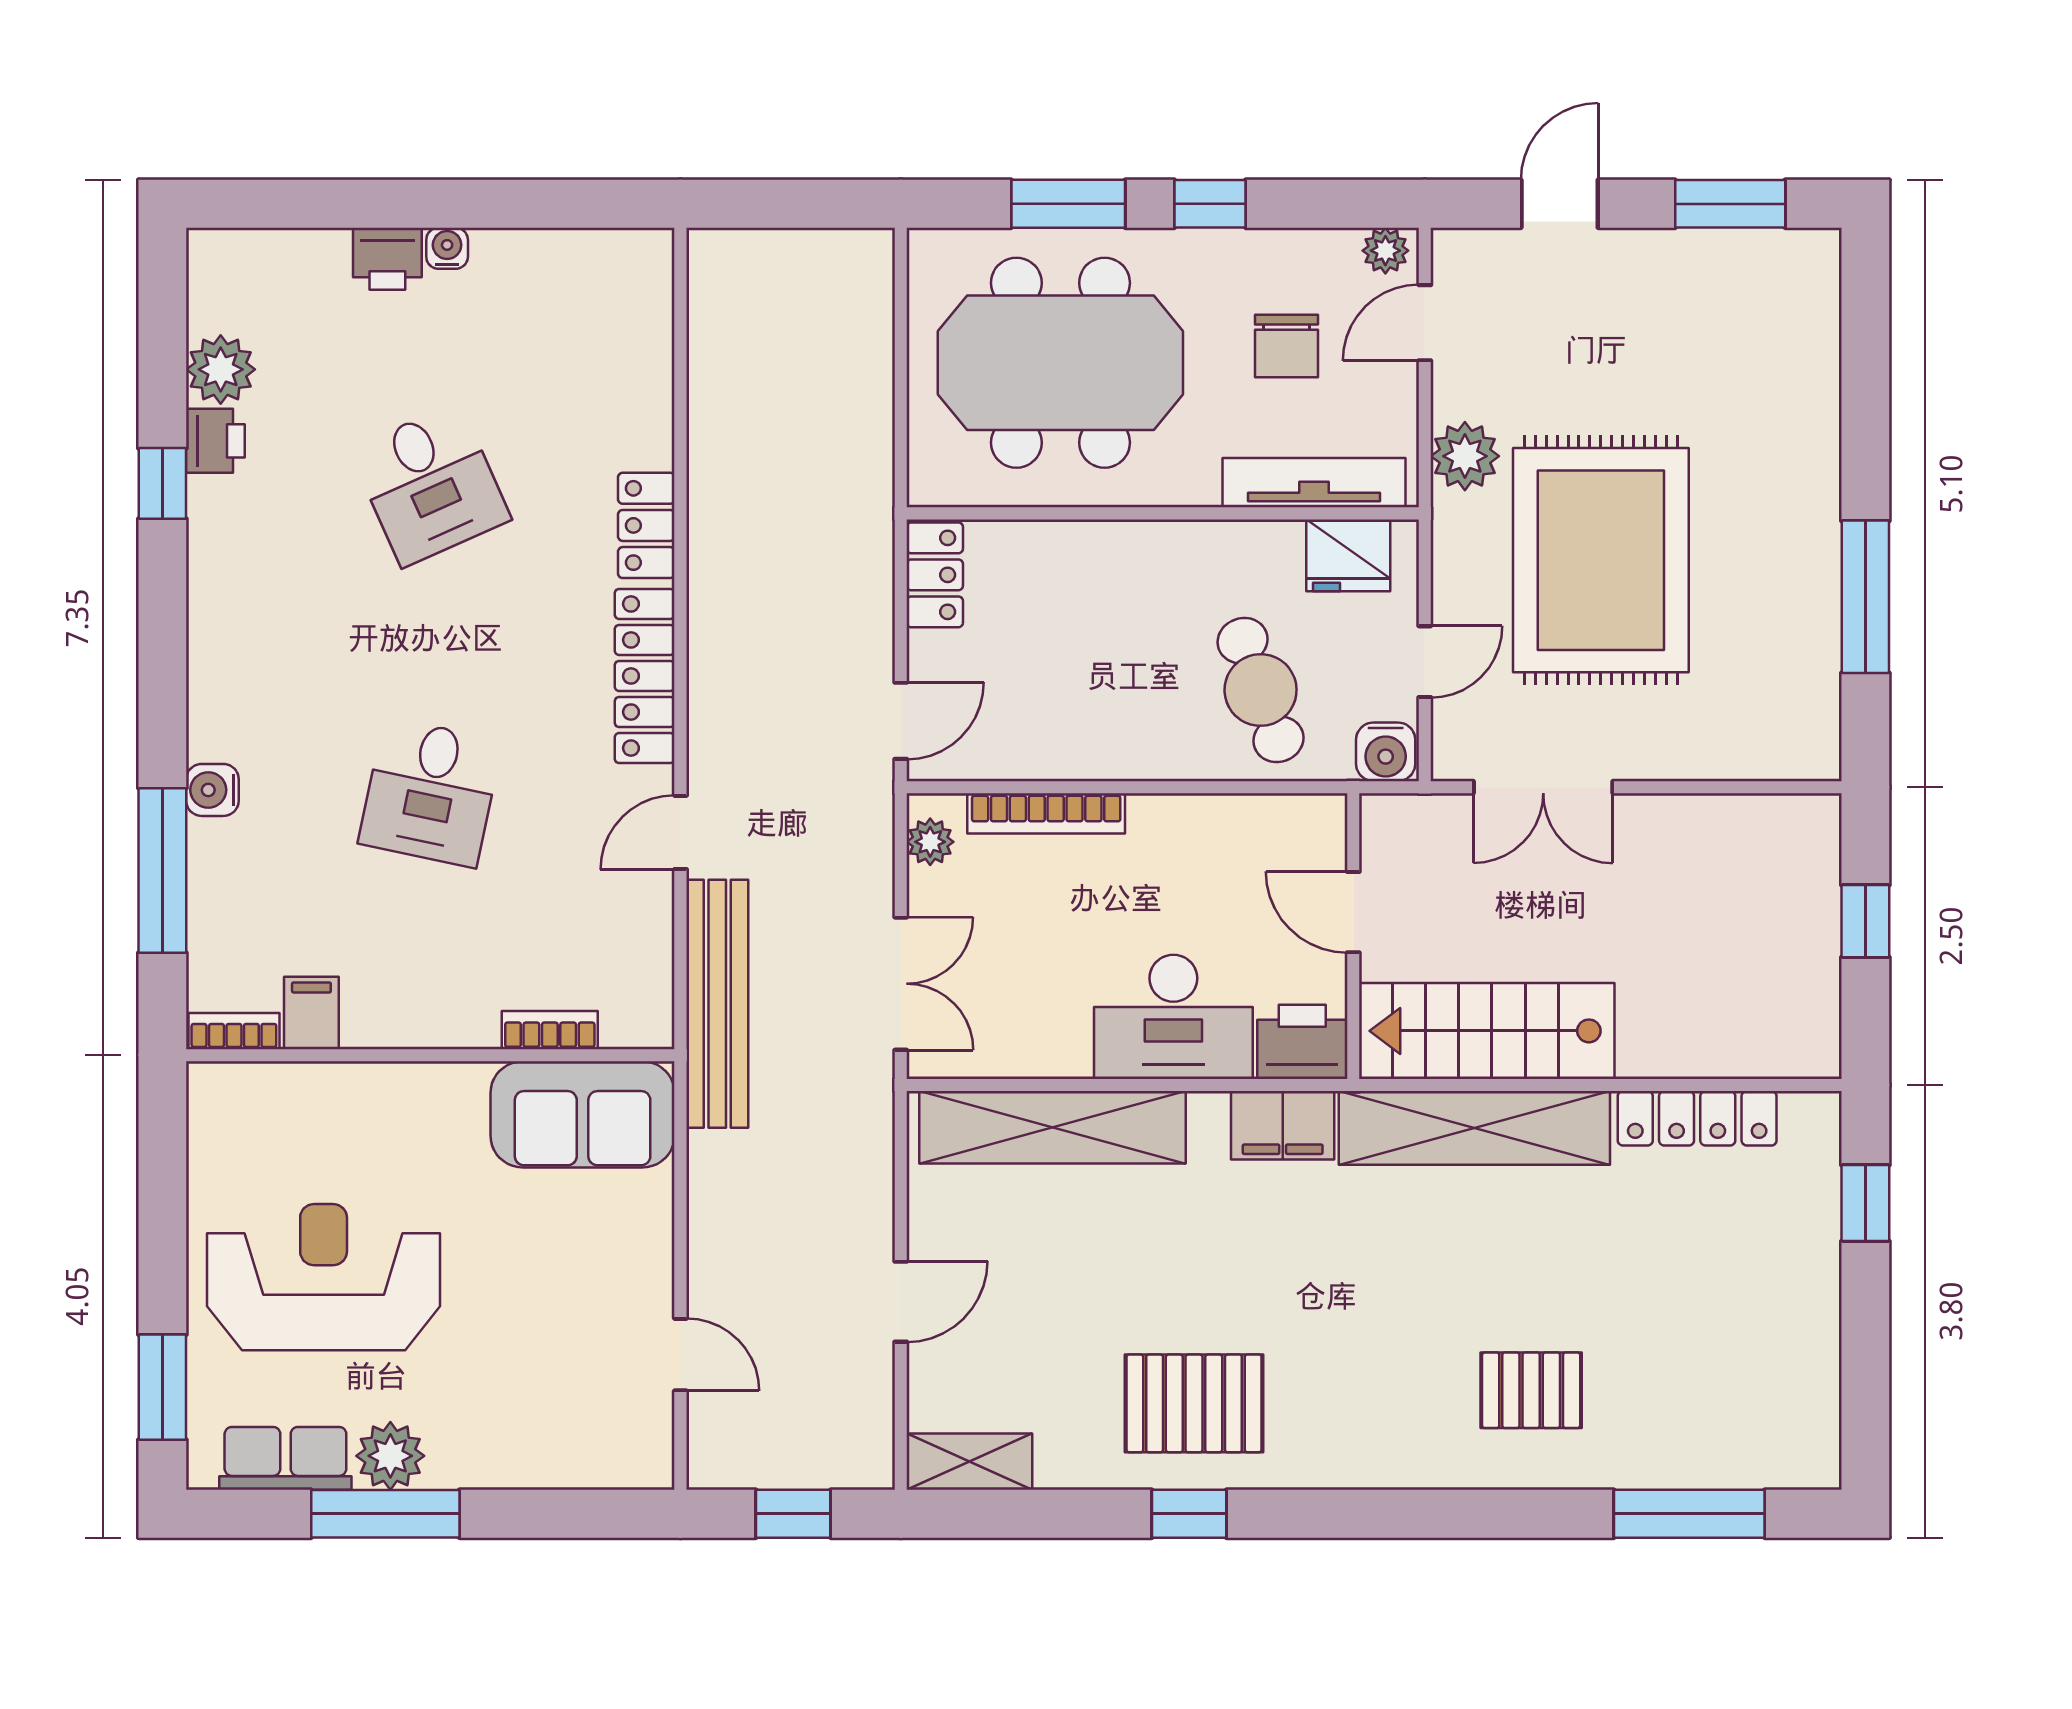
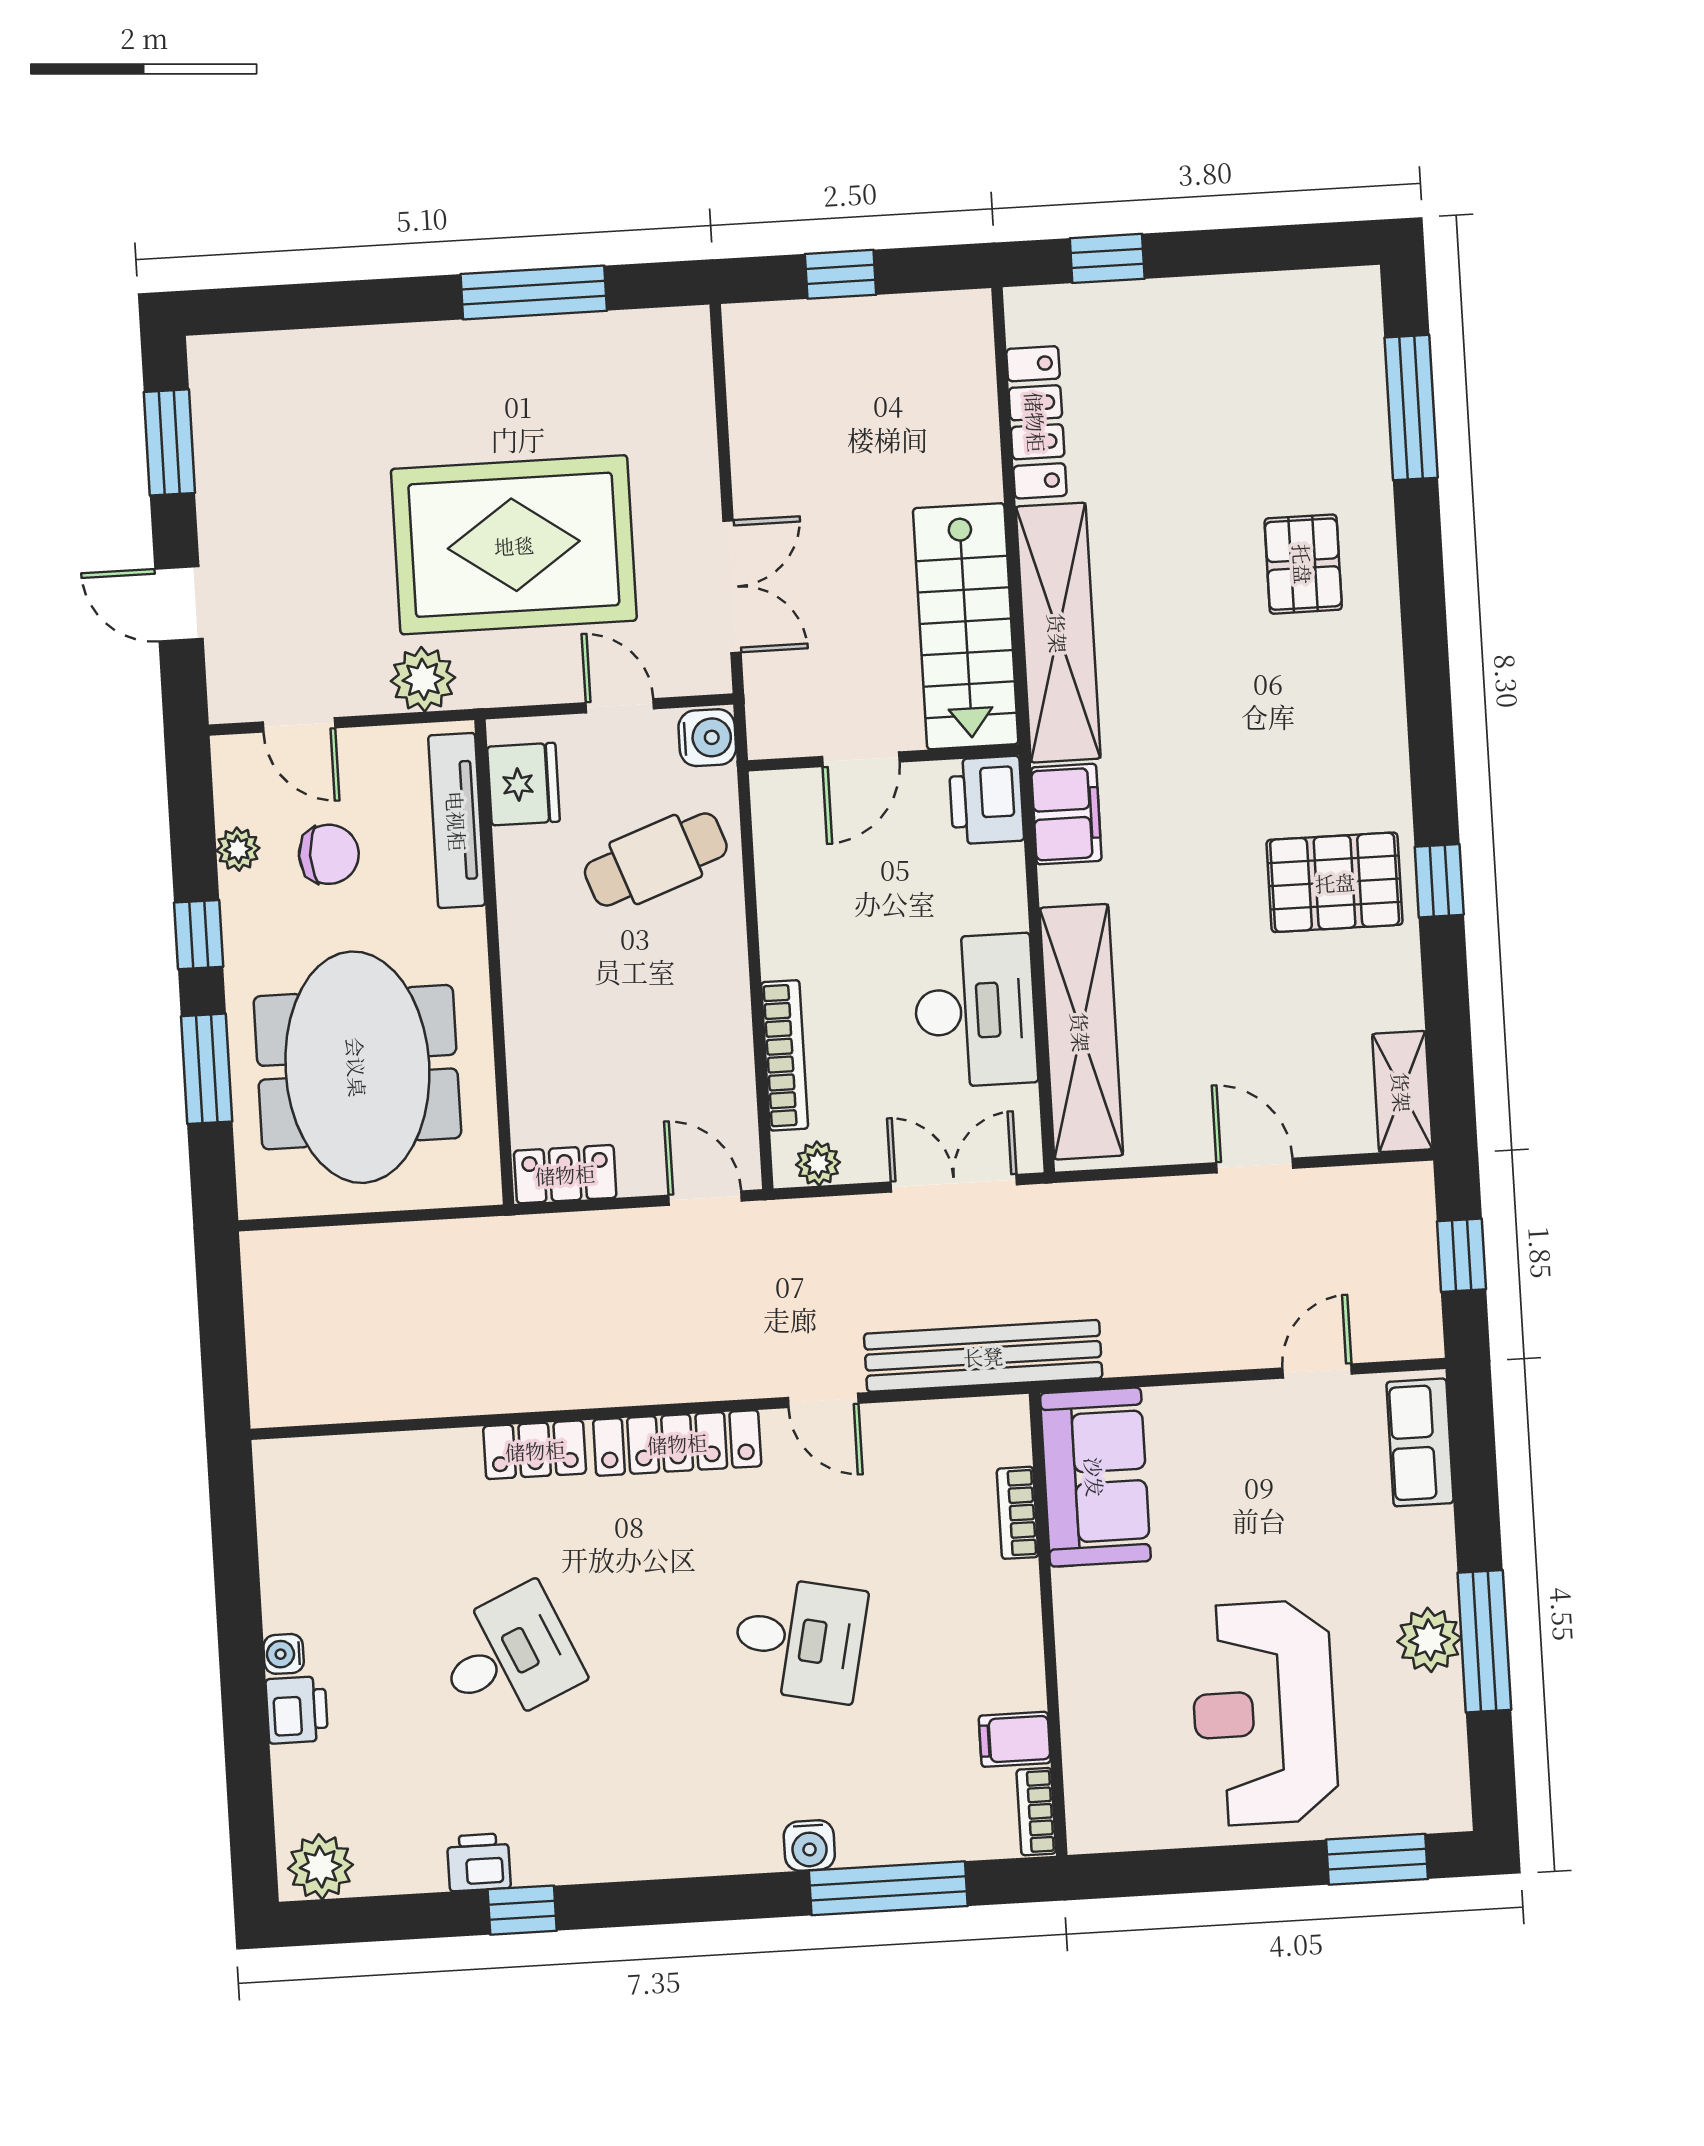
plant: (1385, 251) -> (238, 849), moved
plant: (221, 369) -> (321, 1867), moved
desk: (1173, 1017) -> (975, 1011), moved
pallet: (1194, 1403) -> (1335, 882), turned 90
row of seats: (285, 1458) -> (1420, 1442), moved

